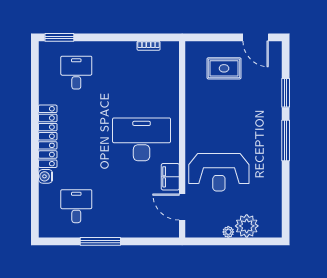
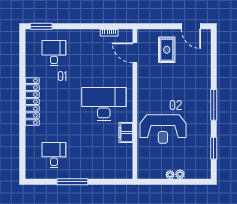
rug: (224, 68) -> (167, 50), turned 90
window: (286, 93) -> (214, 148), moved
water cooler: (46, 176) -> (31, 132), removed
door: (182, 207) -> (135, 53), moved
plant: (247, 226) -> (180, 174), width x0.53, depth x0.53

